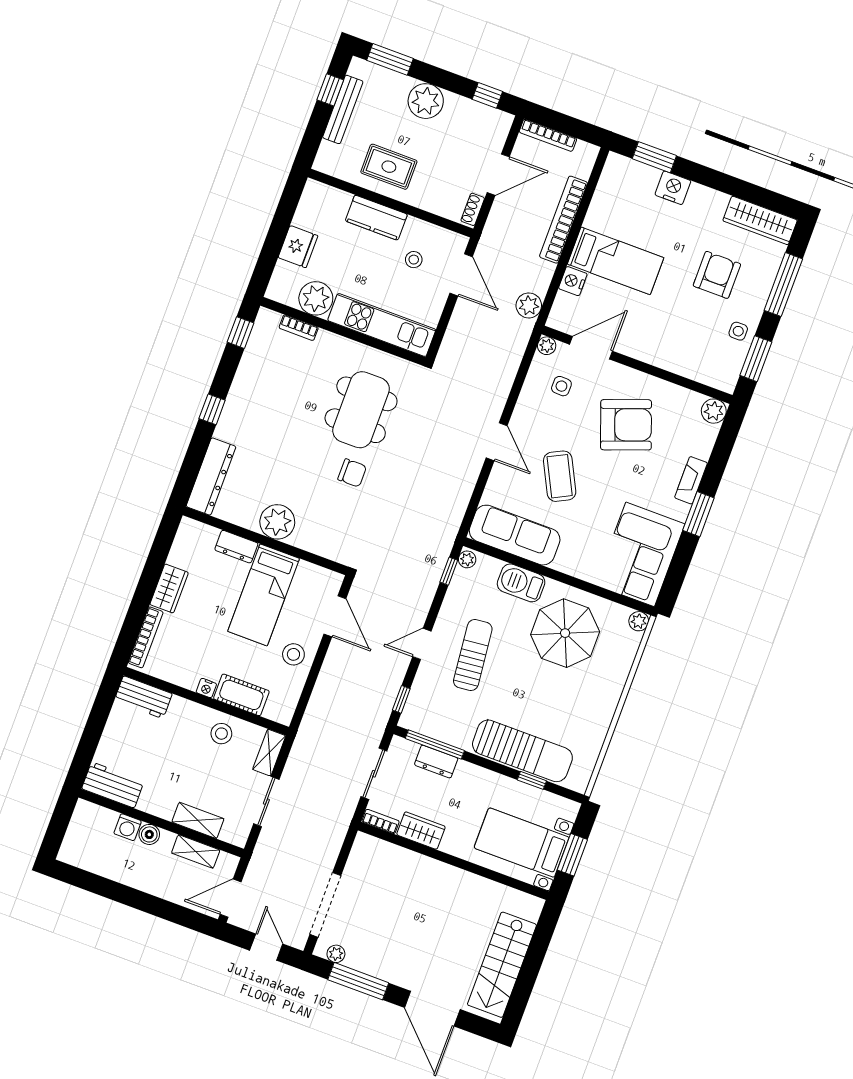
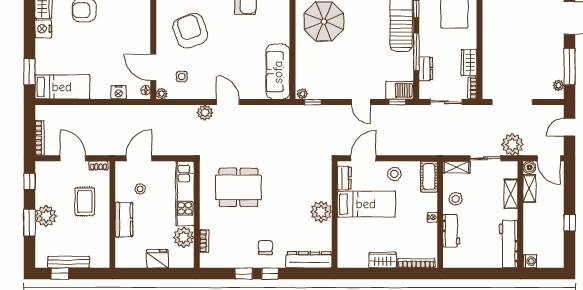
window: (390, 59) -> (29, 223), moved
rug: (389, 167) -> (85, 201), moved
nightstand: (673, 188) -> (43, 29), moved
bookcase: (563, 220) -> (85, 111), removed
bed: (616, 261) -> (62, 87), moved, turned 90
plant: (529, 305) -> (205, 113), moved
floor lamp: (561, 324) -> (146, 90), added
window: (240, 333) -> (244, 274), moved
door: (497, 442) -> (228, 102), hinge flipped
chair: (352, 473) -> (265, 247), moved
coffee table: (560, 476) -> (234, 58), removed
dresser: (236, 547) -> (344, 178), moved
barbecue: (521, 583) -> (400, 90), moved, turned -90
sun lounger: (473, 655) -> (356, 70), removed
cot: (241, 695) -> (429, 177), moved
workbench: (143, 697) -> (451, 231), moved
window: (435, 745) -> (416, 52), moved
workbench: (113, 785) -> (509, 244), width x1.38
washing machine: (128, 827) -> (530, 261), moved
boiler: (149, 834) -> (529, 167), moved
plant: (272, 851) -> (512, 144), added
window: (121, 893) -> (570, 223), added
doorway: (325, 905) -> (512, 102), moved

